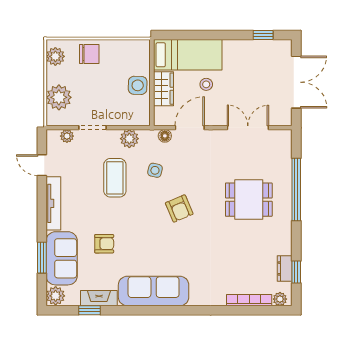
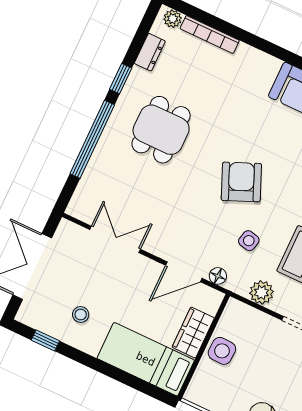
stool: (206, 84) -> (81, 314), moved
double door: (248, 128) -> (115, 239), swing flipped
dining table: (249, 200) -> (161, 130), moved, turned 90
armchair: (179, 208) -> (241, 182), width x1.38, depth x1.38
window: (296, 272) -> (121, 79), moved

